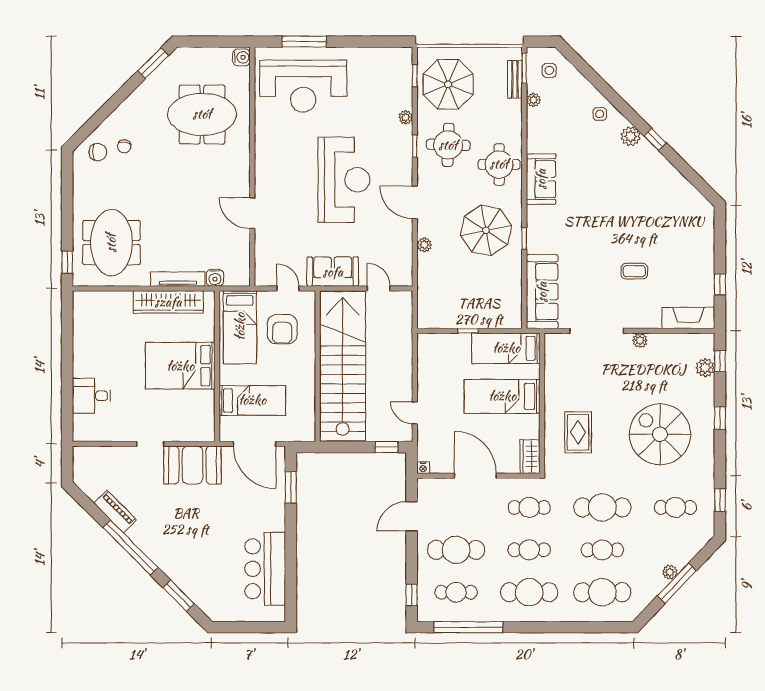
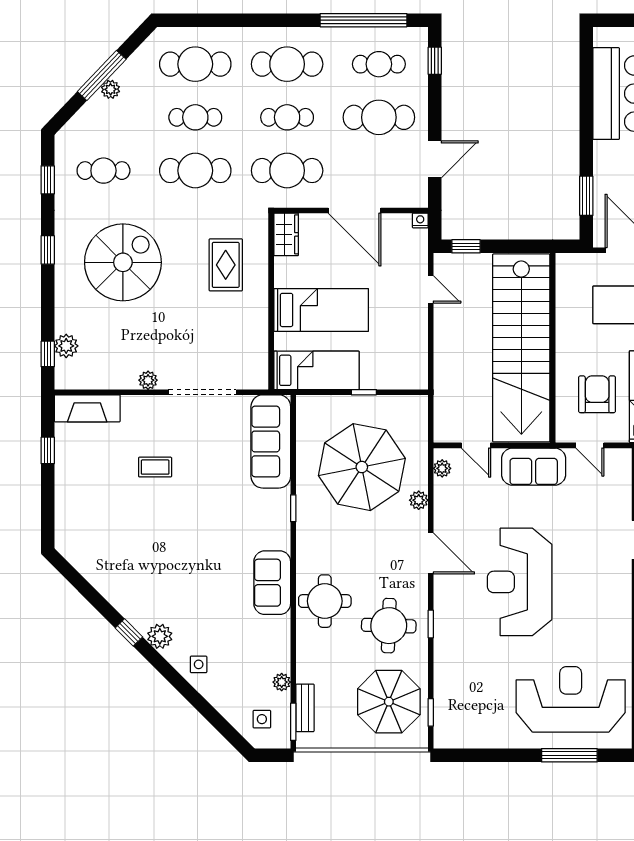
plant: (406, 117) -> (442, 468), moved
parasol: (486, 230) -> (362, 467), moved, width x1.36, depth x1.36
window: (720, 418) -> (48, 250), moved
spiral stairs: (660, 434) -> (123, 262), turned -90
cafe table: (529, 507) -> (287, 171), width x1.37, depth x1.35

